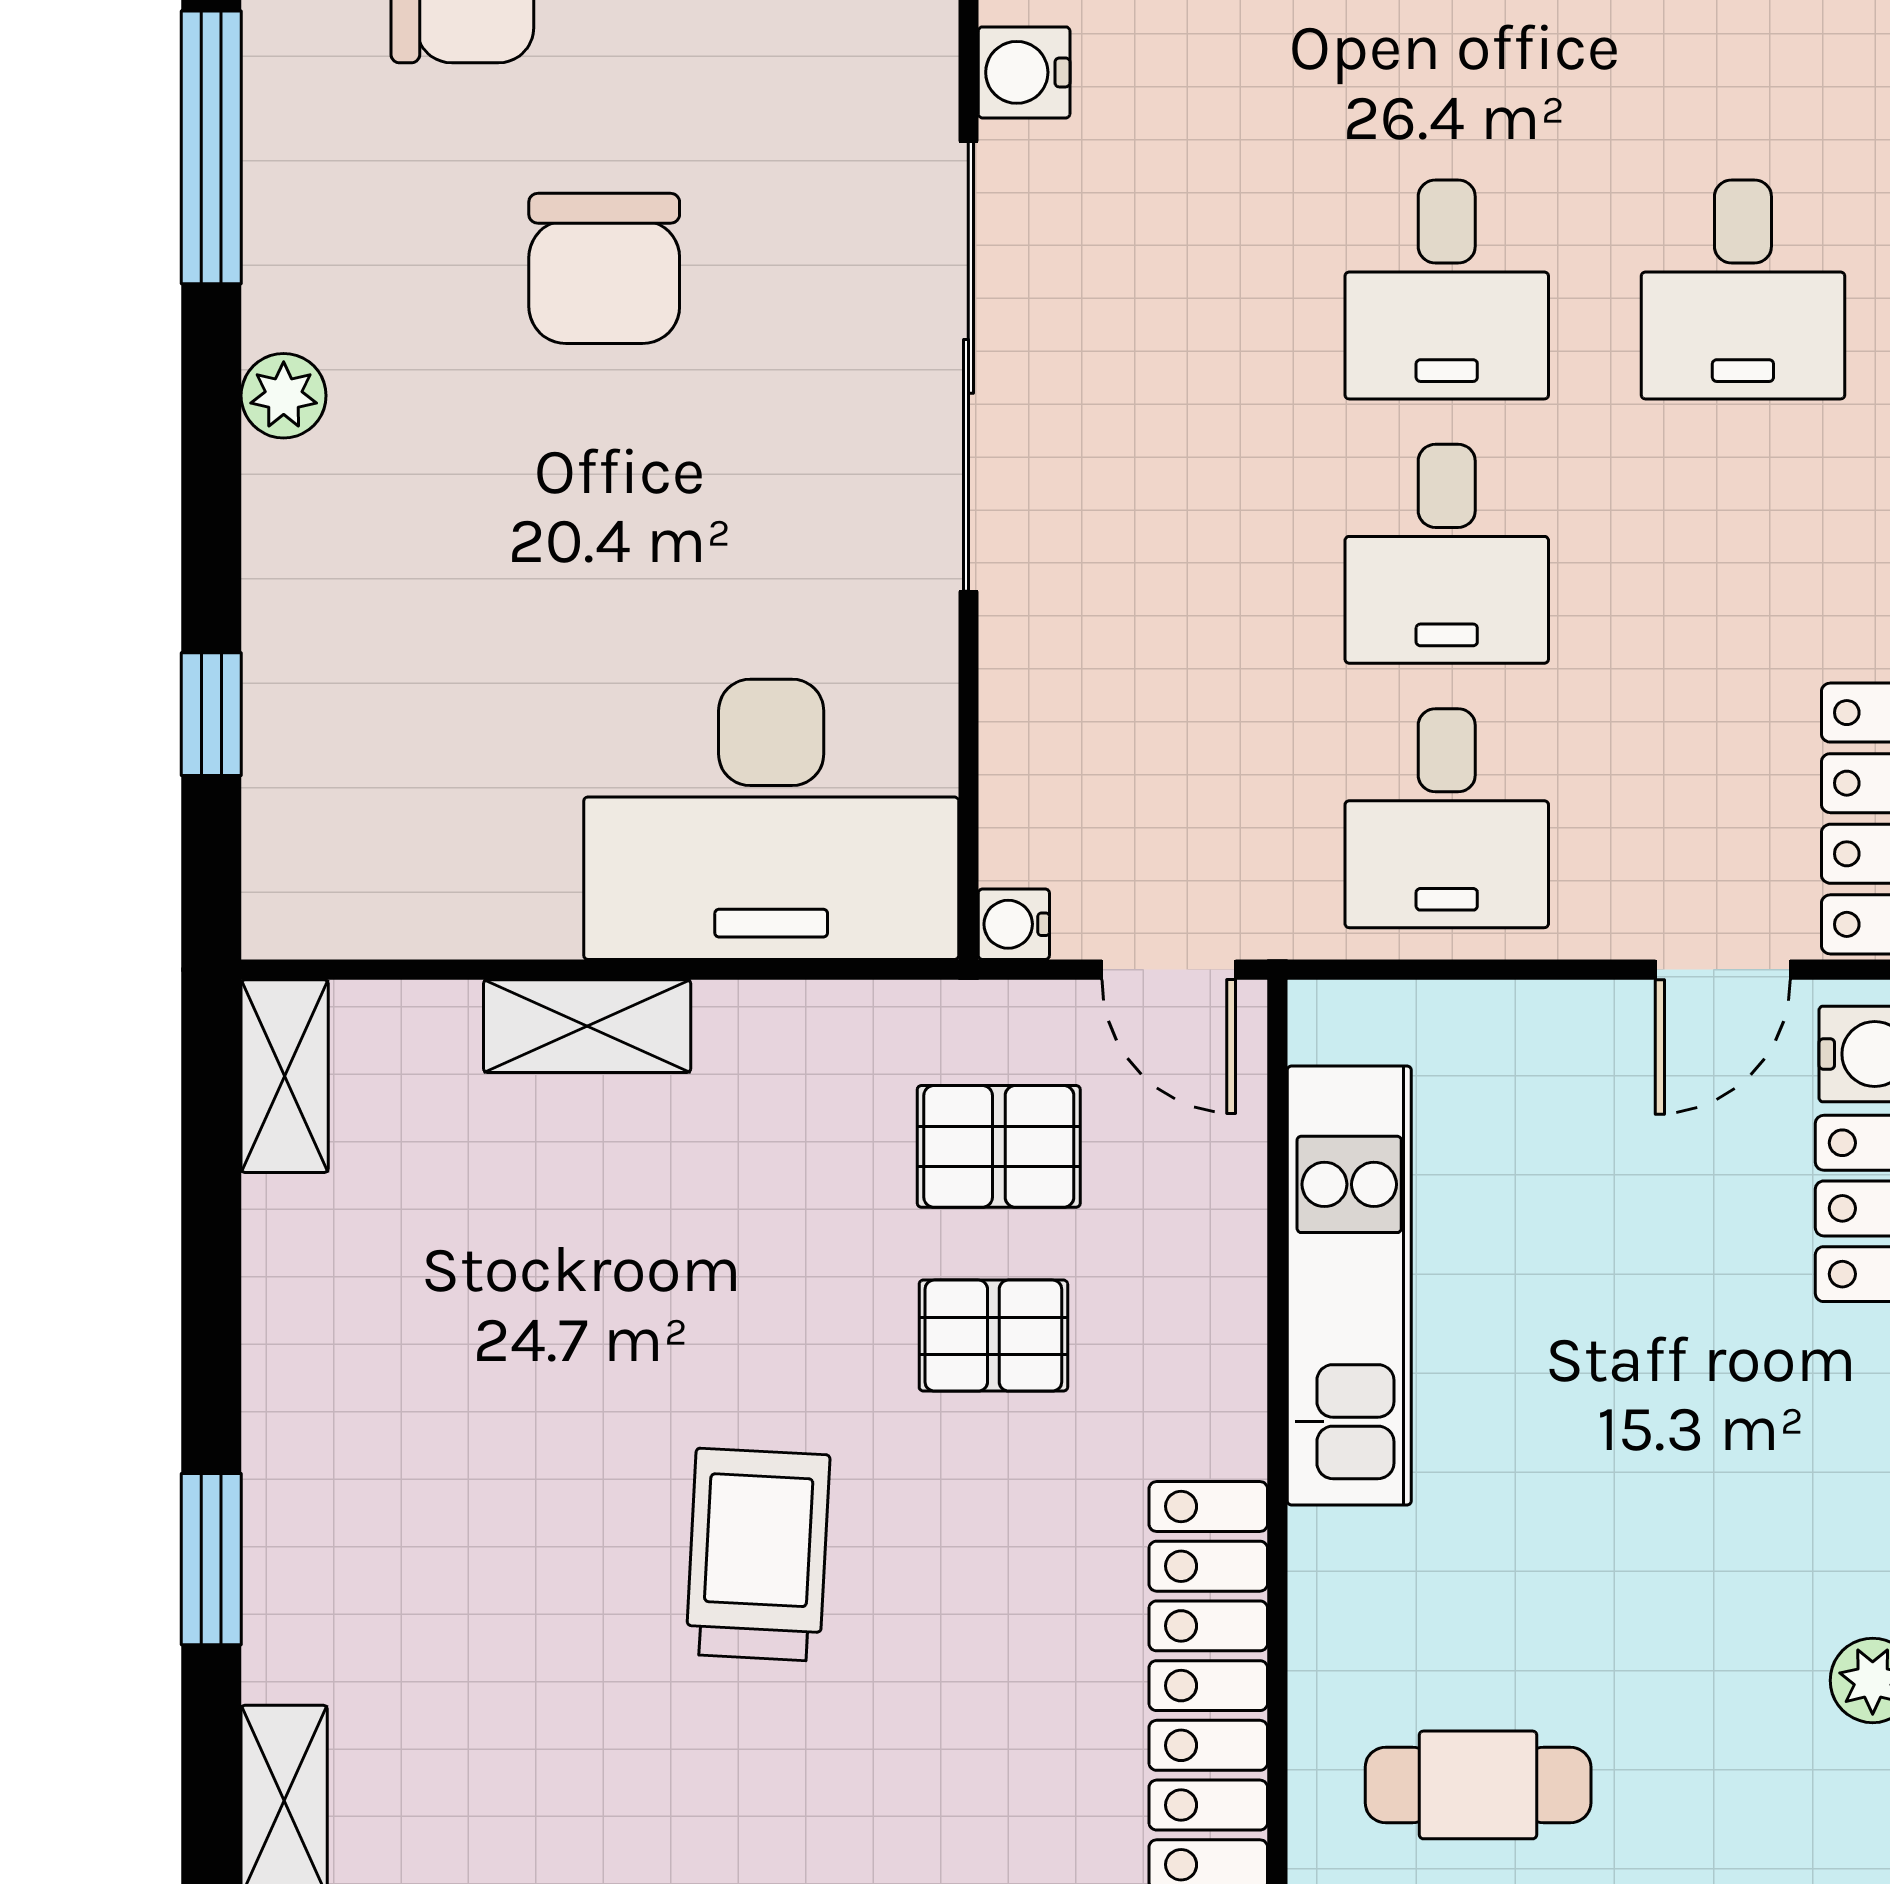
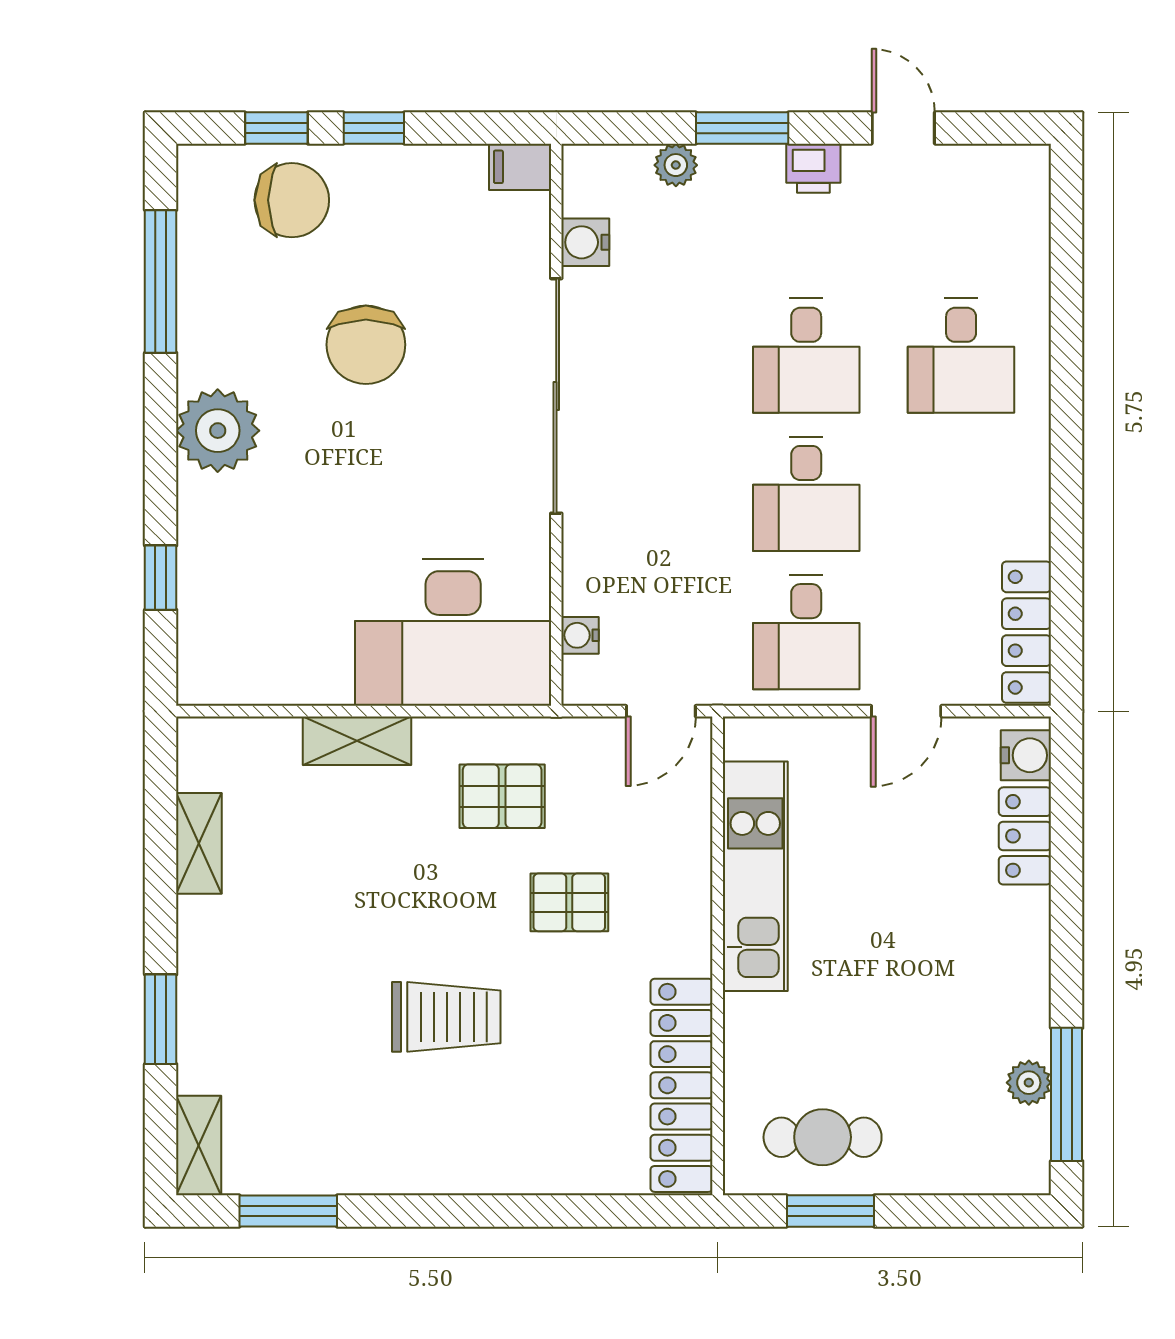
plant: (284, 396) -> (218, 431), width x1.88, depth x1.88
water cooler: (1014, 924) -> (580, 635), moved
door: (1169, 970) -> (661, 711), hinge flipped
door: (1723, 970) -> (906, 711), moved
shelving: (285, 1076) -> (199, 843), moved
pallet: (999, 1146) -> (502, 796), moved
trolley: (758, 1555) -> (446, 1017), turned 87

